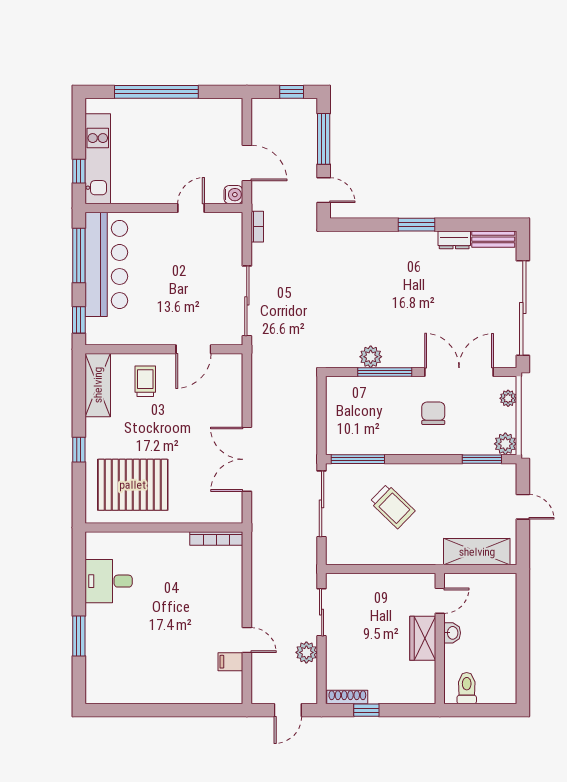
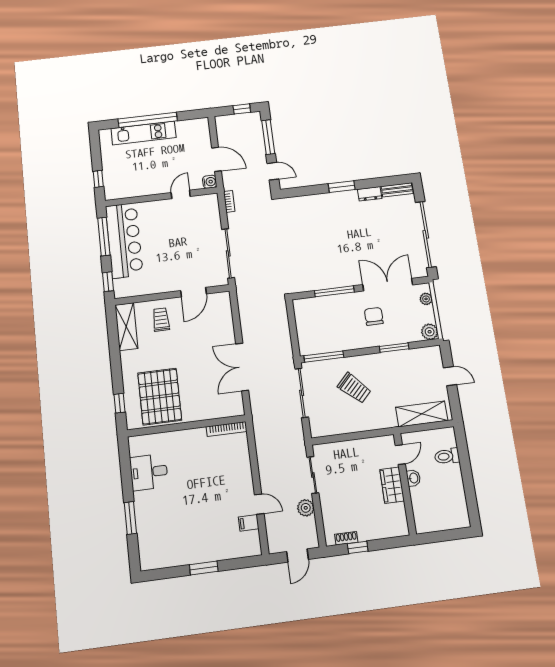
kitchen unit: (98, 159) -> (144, 133), moved, turned 90
plant: (371, 357) -> (323, 282), removed
window: (79, 450) -> (119, 403), moved
window: (482, 459) -> (394, 348), moved
pallet: (133, 485) -> (160, 397), turned 90
toilet: (467, 688) -> (447, 456), moved, turned -90
shoe rack: (347, 697) -> (346, 538), width x0.70
window: (166, 710) -> (204, 568), added

